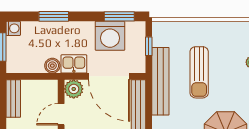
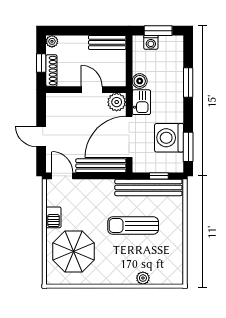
washing machine: (13, 28) -> (151, 42), moved
bench: (160, 81) -> (148, 187), moved

